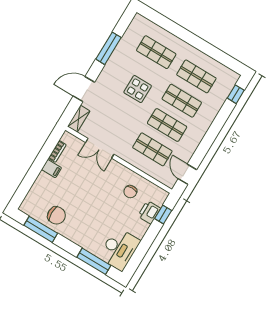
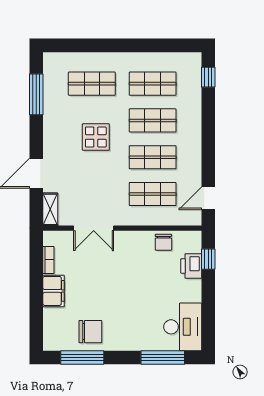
window: (108, 48) -> (36, 94), moved
filing cabinet: (51, 169) -> (54, 291), width x2.00
door: (187, 174) -> (208, 198), hinge flipped
chair: (130, 192) -> (163, 242), moved

